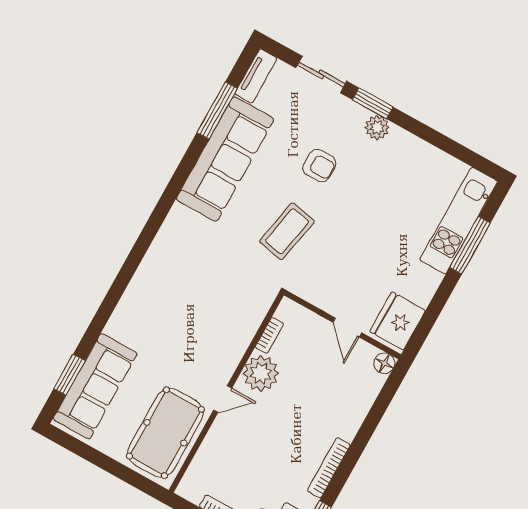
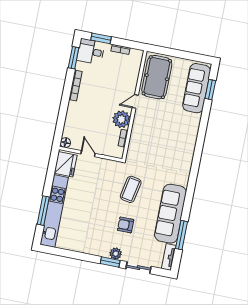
plant: (377, 128) -> (116, 254), moved
kitchen unit: (459, 221) -> (54, 211), width x1.36

